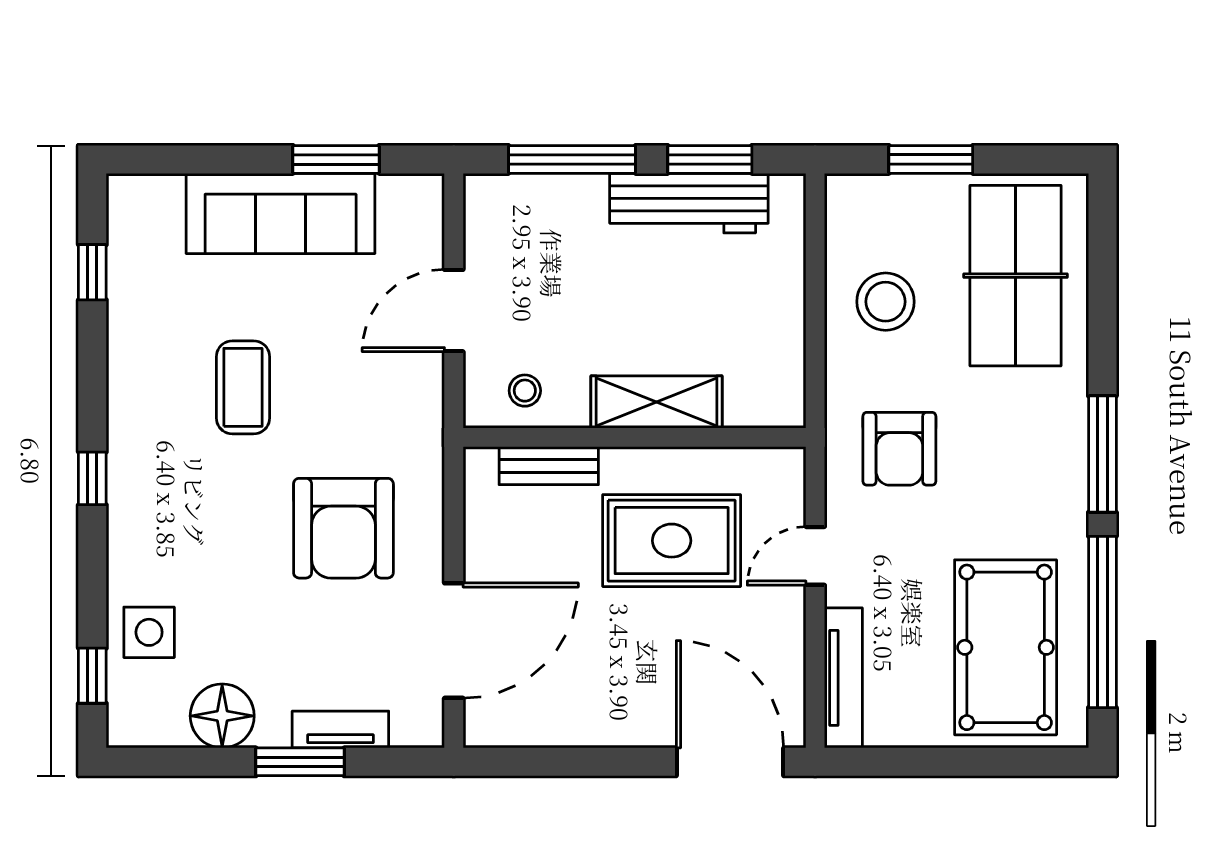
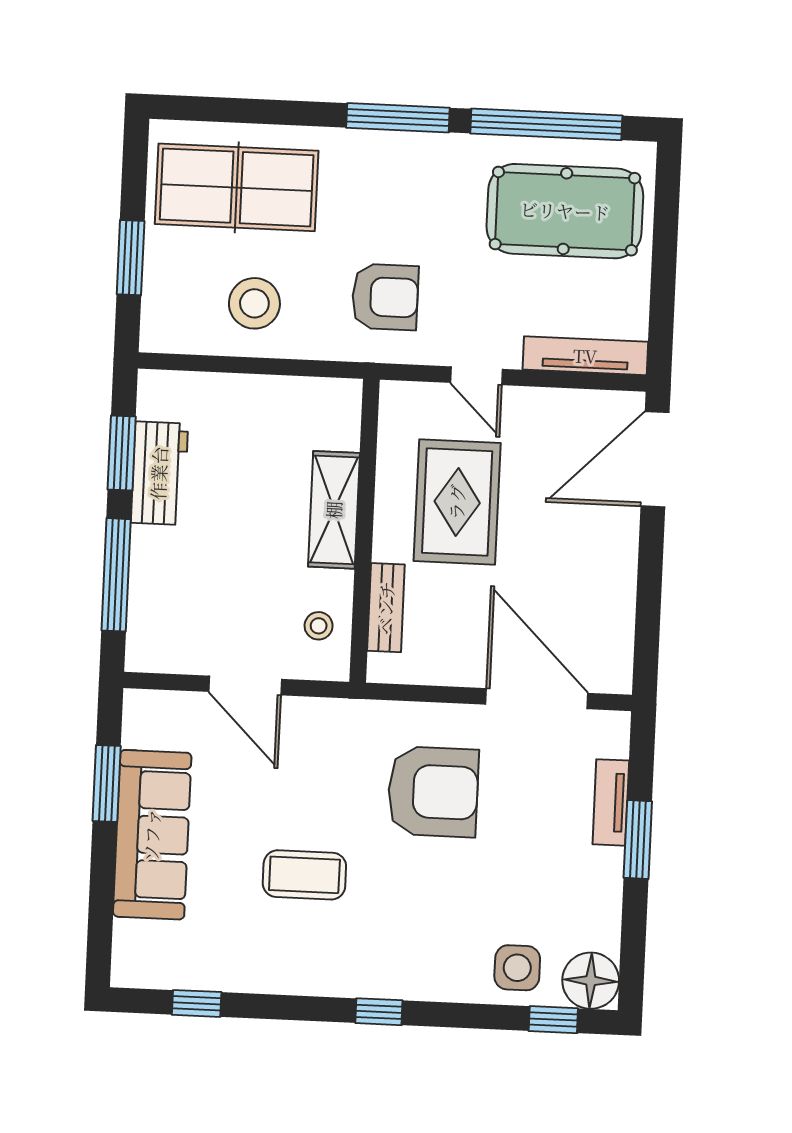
workbench: (689, 203) -> (159, 473), width x0.73
floor lamp: (222, 716) -> (591, 981), moved

